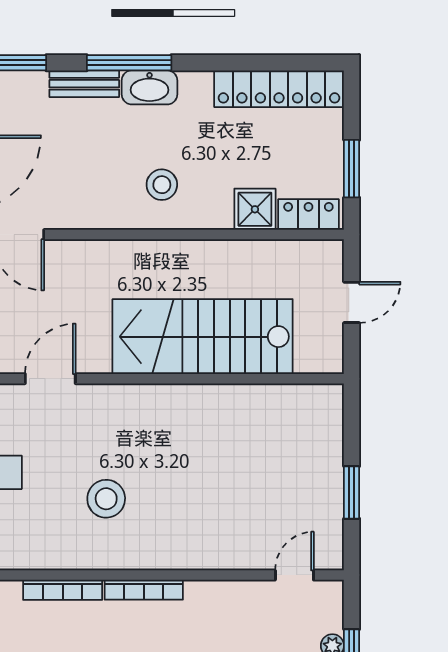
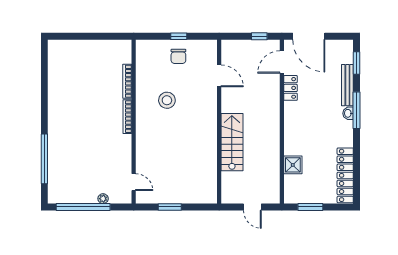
bench: (84, 84) -> (347, 85), width x1.36
washbasin: (150, 87) -> (348, 113), width x0.52, depth x0.69
stool: (162, 185) -> (304, 124), removed
locker: (308, 215) -> (291, 88), moved
stairs: (203, 337) -> (232, 142), width x0.73, depth x0.66

